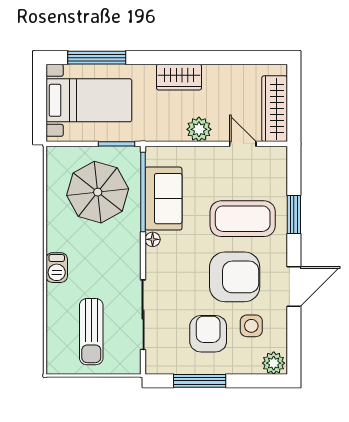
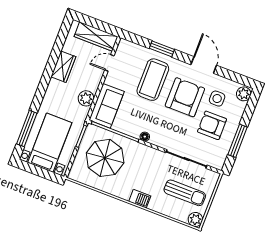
wardrobe: (179, 77) -> (63, 67), moved
plant: (199, 129) -> (86, 98), moved
sofa: (163, 199) -> (107, 106), moved, turned 90
plant: (58, 363) -> (195, 219), added

